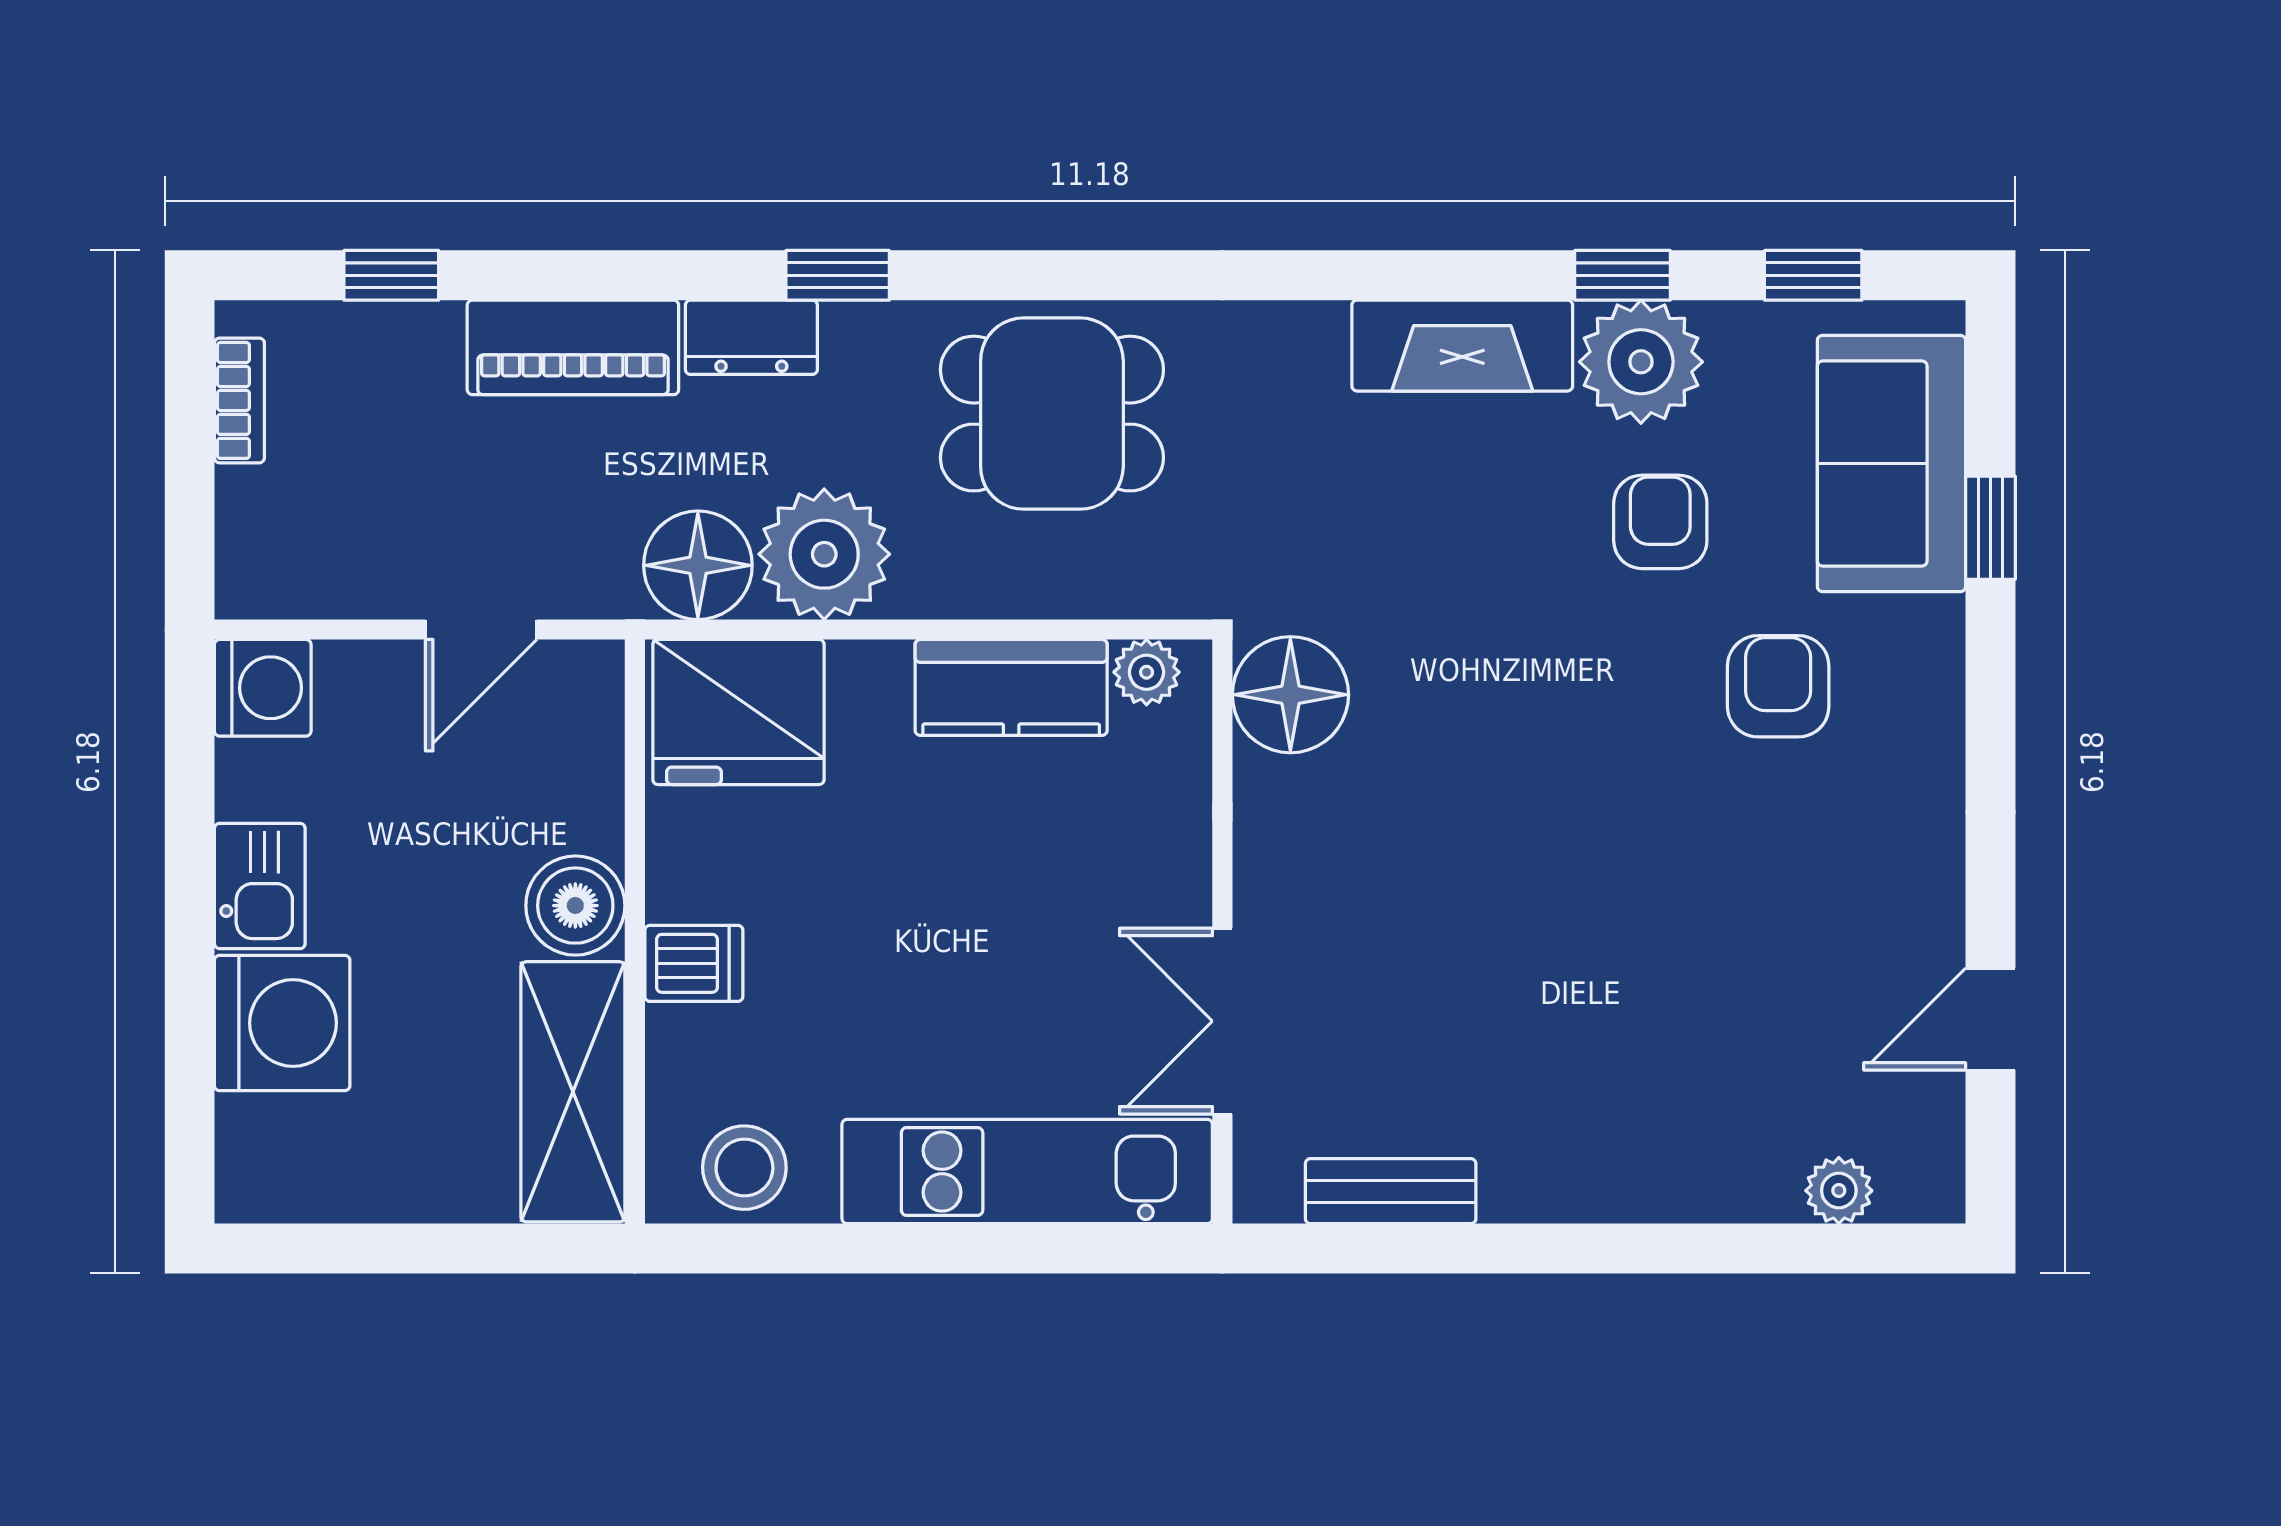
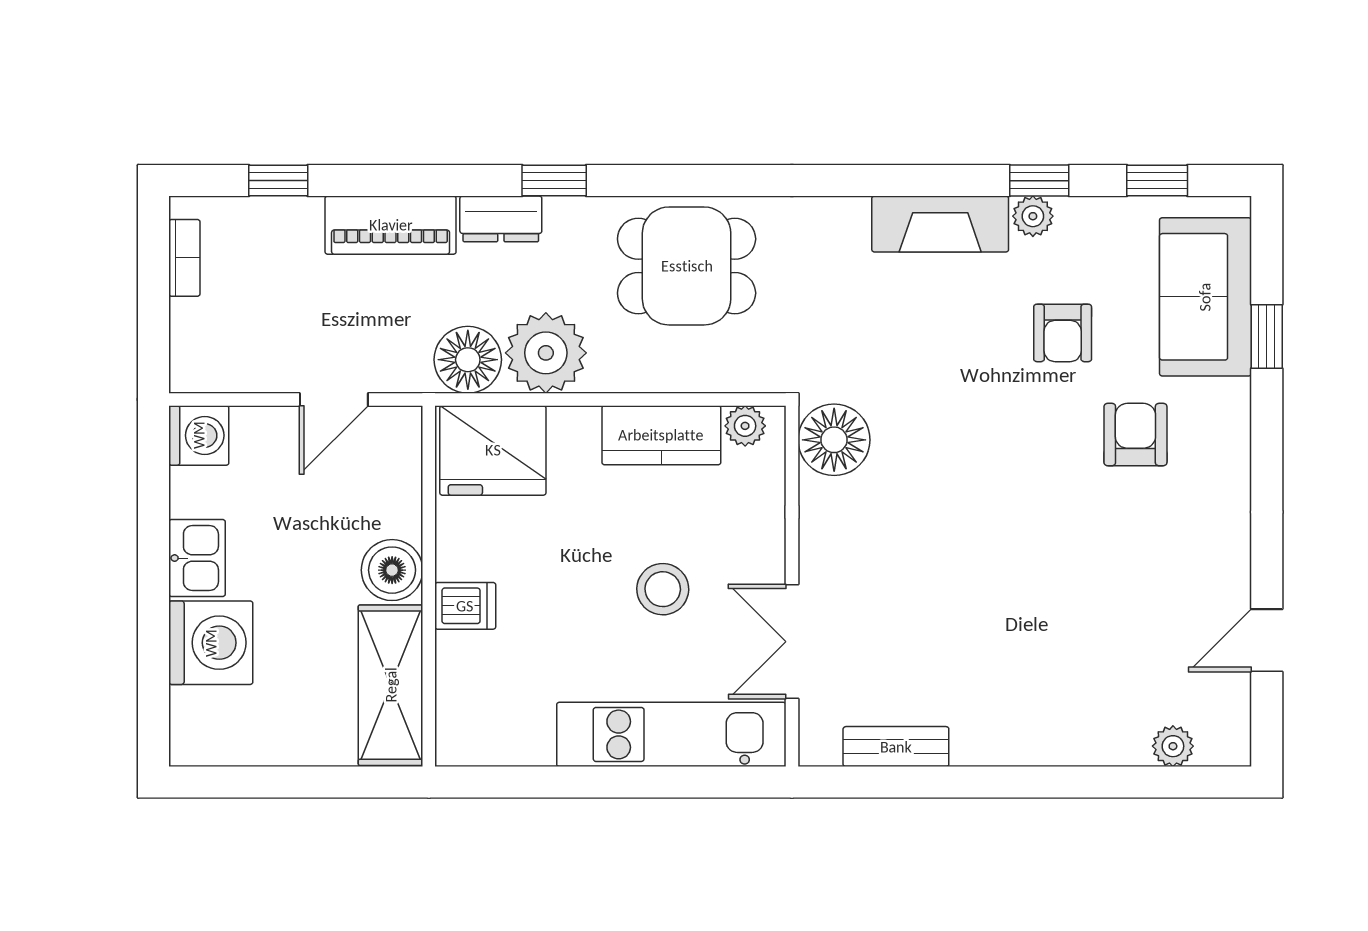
plant: (1641, 362) -> (1033, 216), width x0.53, depth x0.53
armchair: (1660, 522) -> (1063, 333), turned 180
stool: (744, 1168) -> (663, 589), moved

